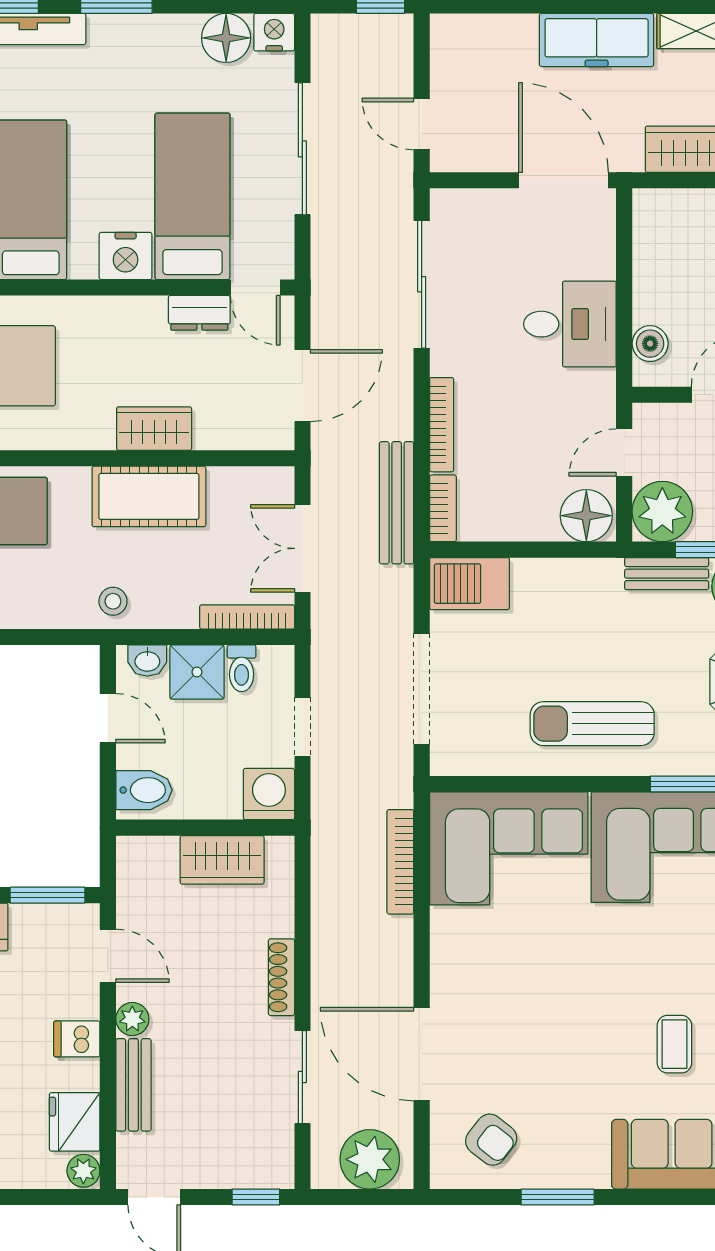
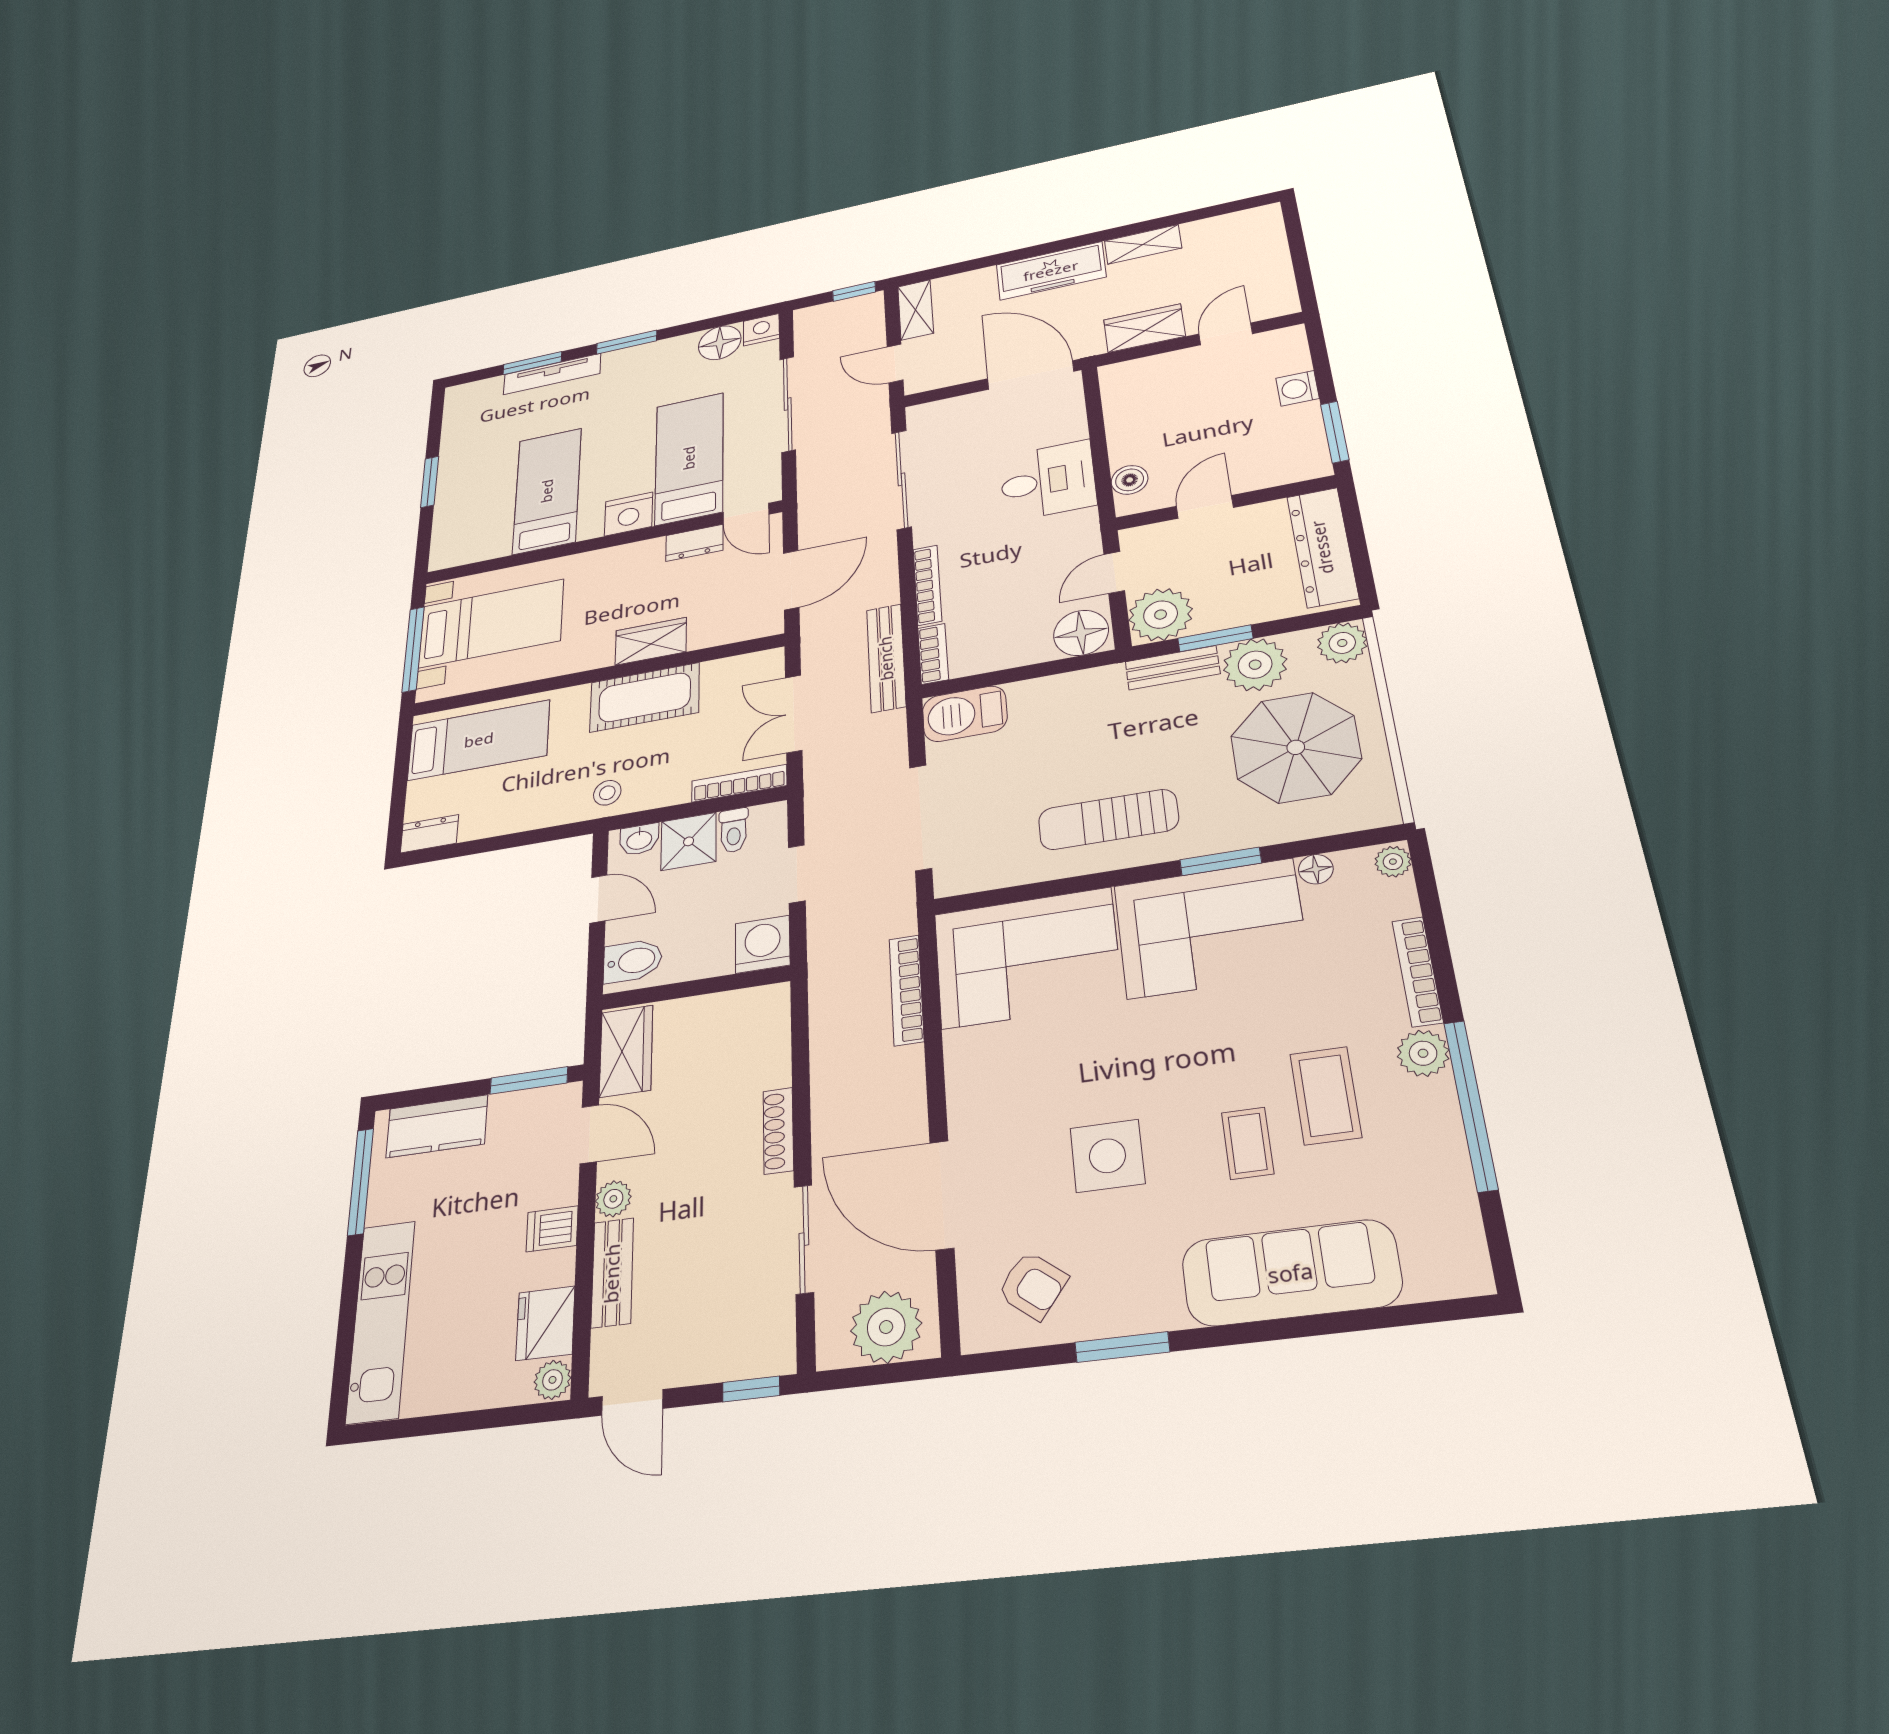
shelving: (447, 53) -> (916, 310), added
wardrobe: (222, 860) -> (626, 1051), moved, turned -90
side table: (561, 1039) -> (1107, 1156), added

